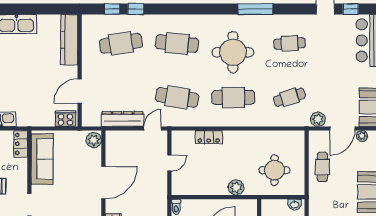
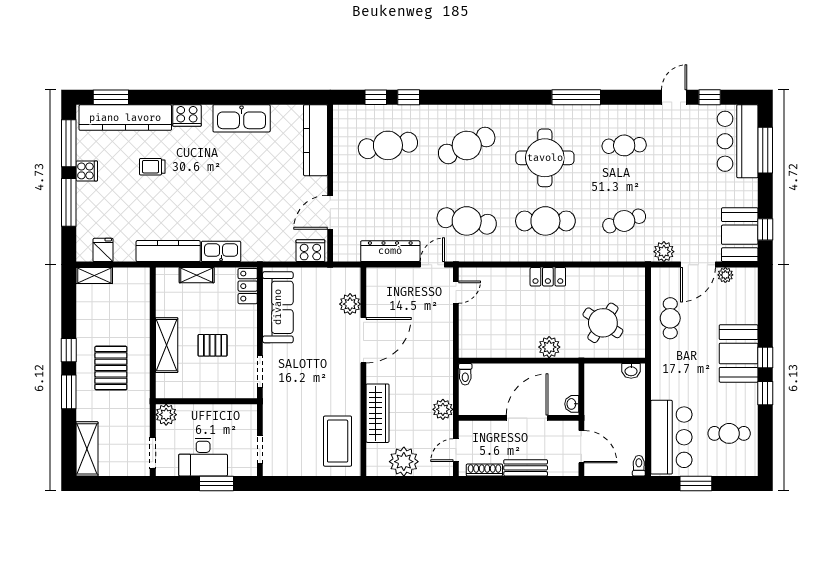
cafe table: (177, 43) -> (467, 145), turned -30
locker: (209, 137) -> (548, 277), moved
plant: (94, 140) -> (350, 304), moved
door: (169, 163) -> (456, 292), moved
round table: (274, 170) -> (603, 323), turned 33

